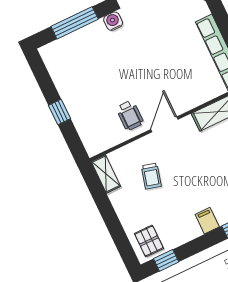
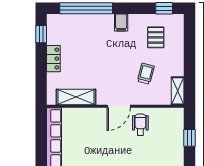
window: (60, 112) -> (190, 138), moved
pallet: (149, 241) -> (156, 37), moved

